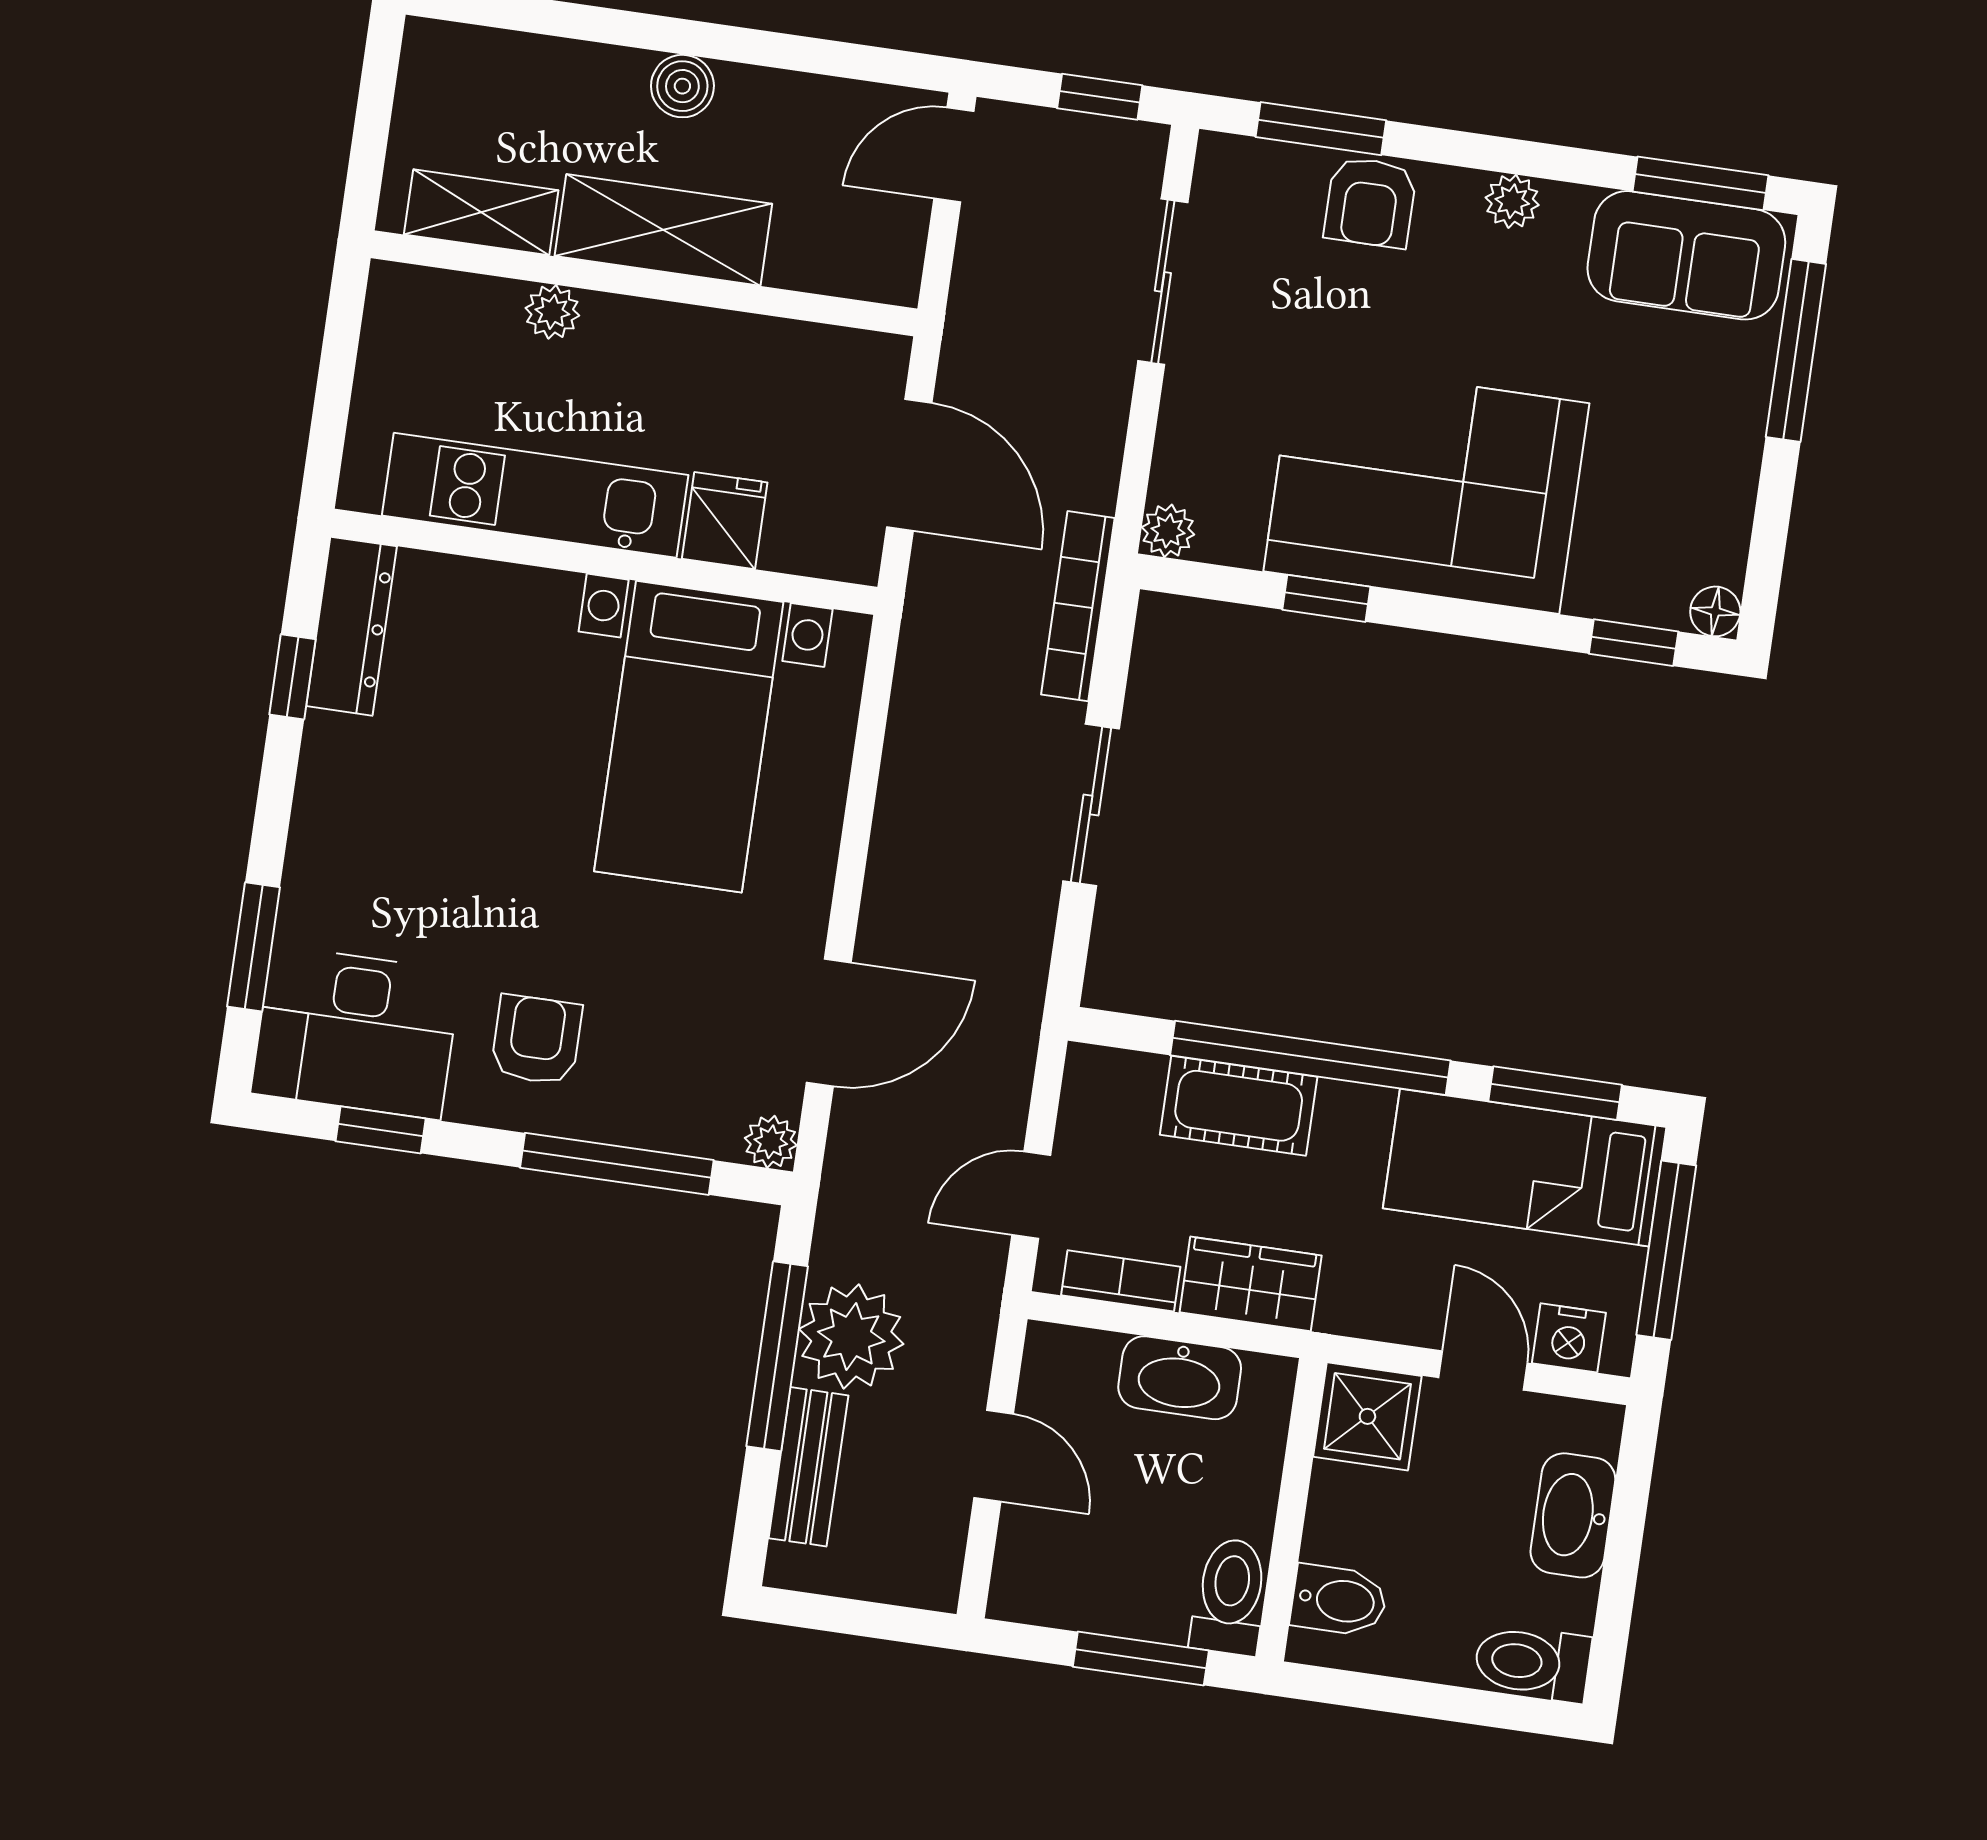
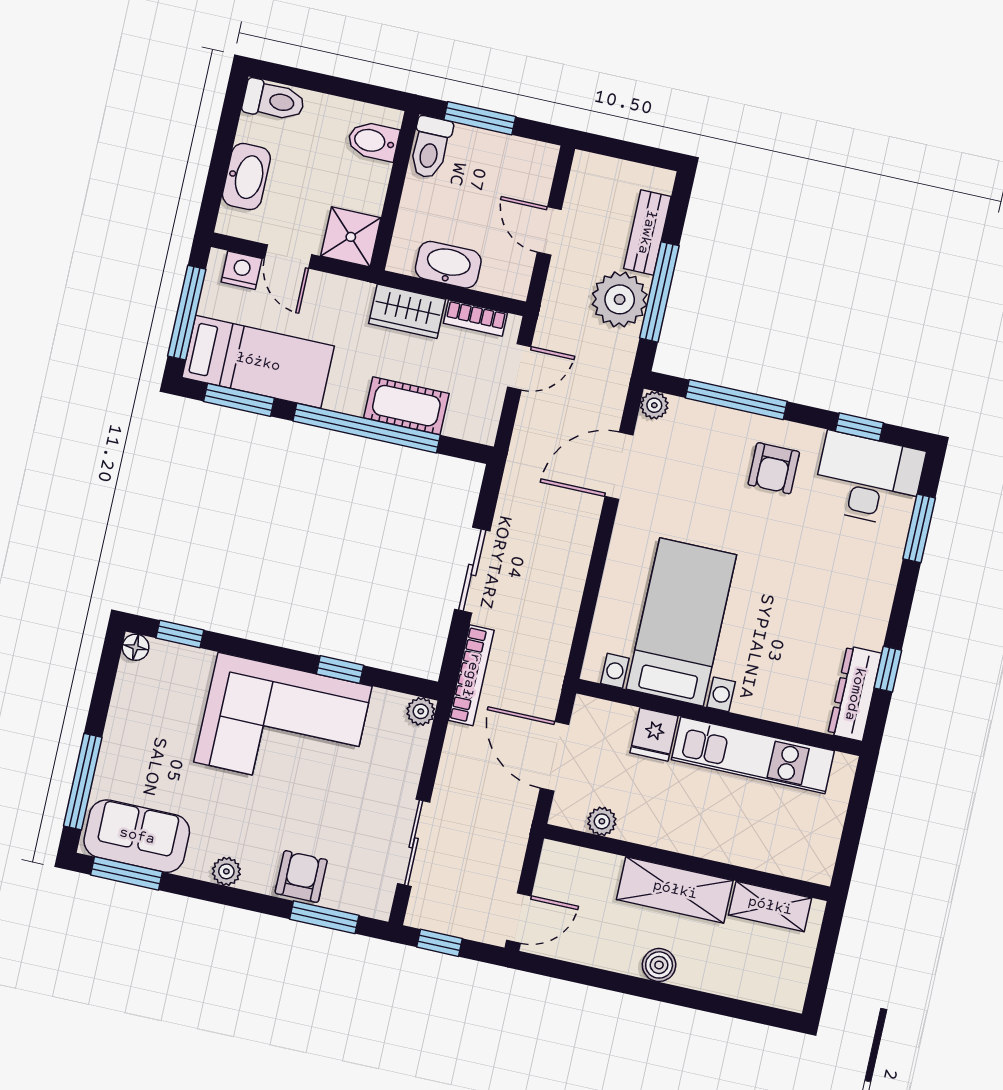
plant: (552, 312) -> (602, 821), moved

